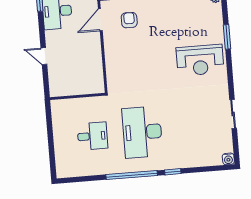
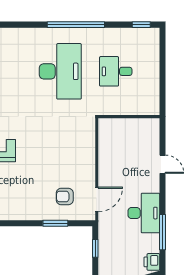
armchair: (129, 20) -> (65, 197), turned 90
window: (173, 172) -> (141, 25), moved

